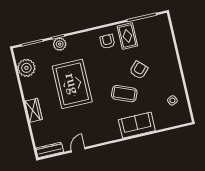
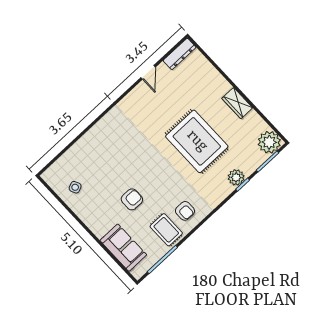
plant: (26, 68) -> (269, 142), moved
armchair: (139, 70) -> (132, 199), turned -134
coffee table: (124, 94) -> (133, 164), removed
wardrobe: (34, 110) -> (237, 103), moved
sofa: (137, 125) -> (123, 248), moved, turned -90

